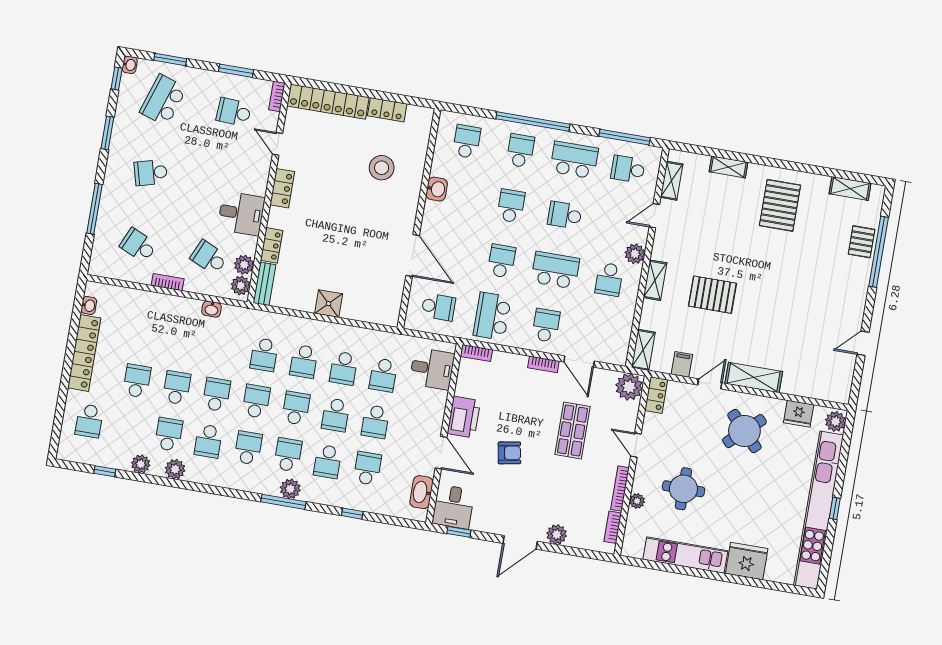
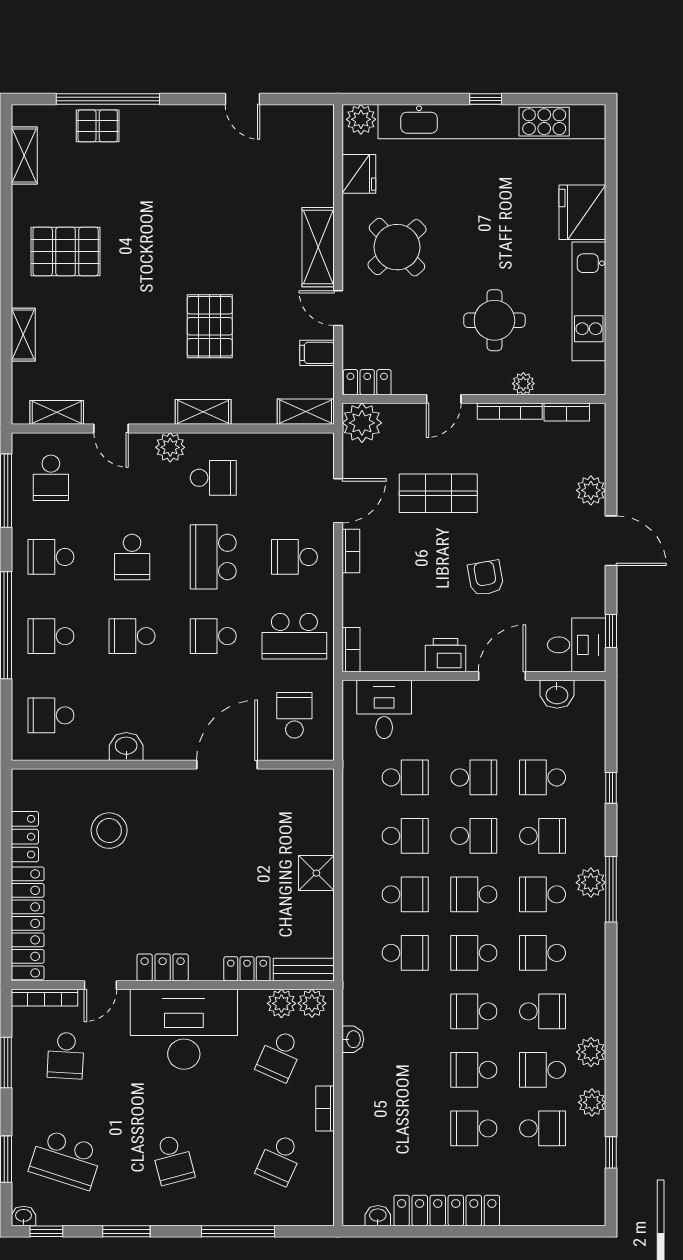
bookcase: (277, 96) -> (45, 998), width x1.56
school desk: (574, 160) -> (51, 557), width x0.54
desk: (241, 213) -> (184, 1029), width x1.87, depth x1.30
printer: (464, 417) -> (446, 655), width x0.73, depth x0.84
school desk: (89, 421) -> (543, 1128), moved
washbasin: (421, 492) -> (557, 694), width x0.72

